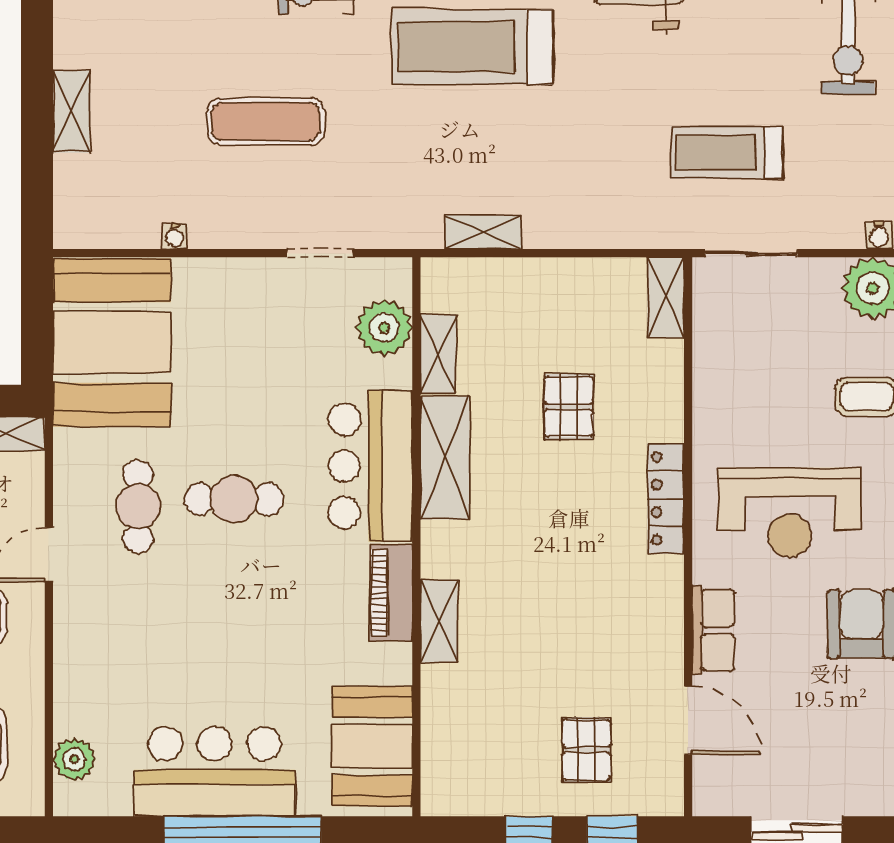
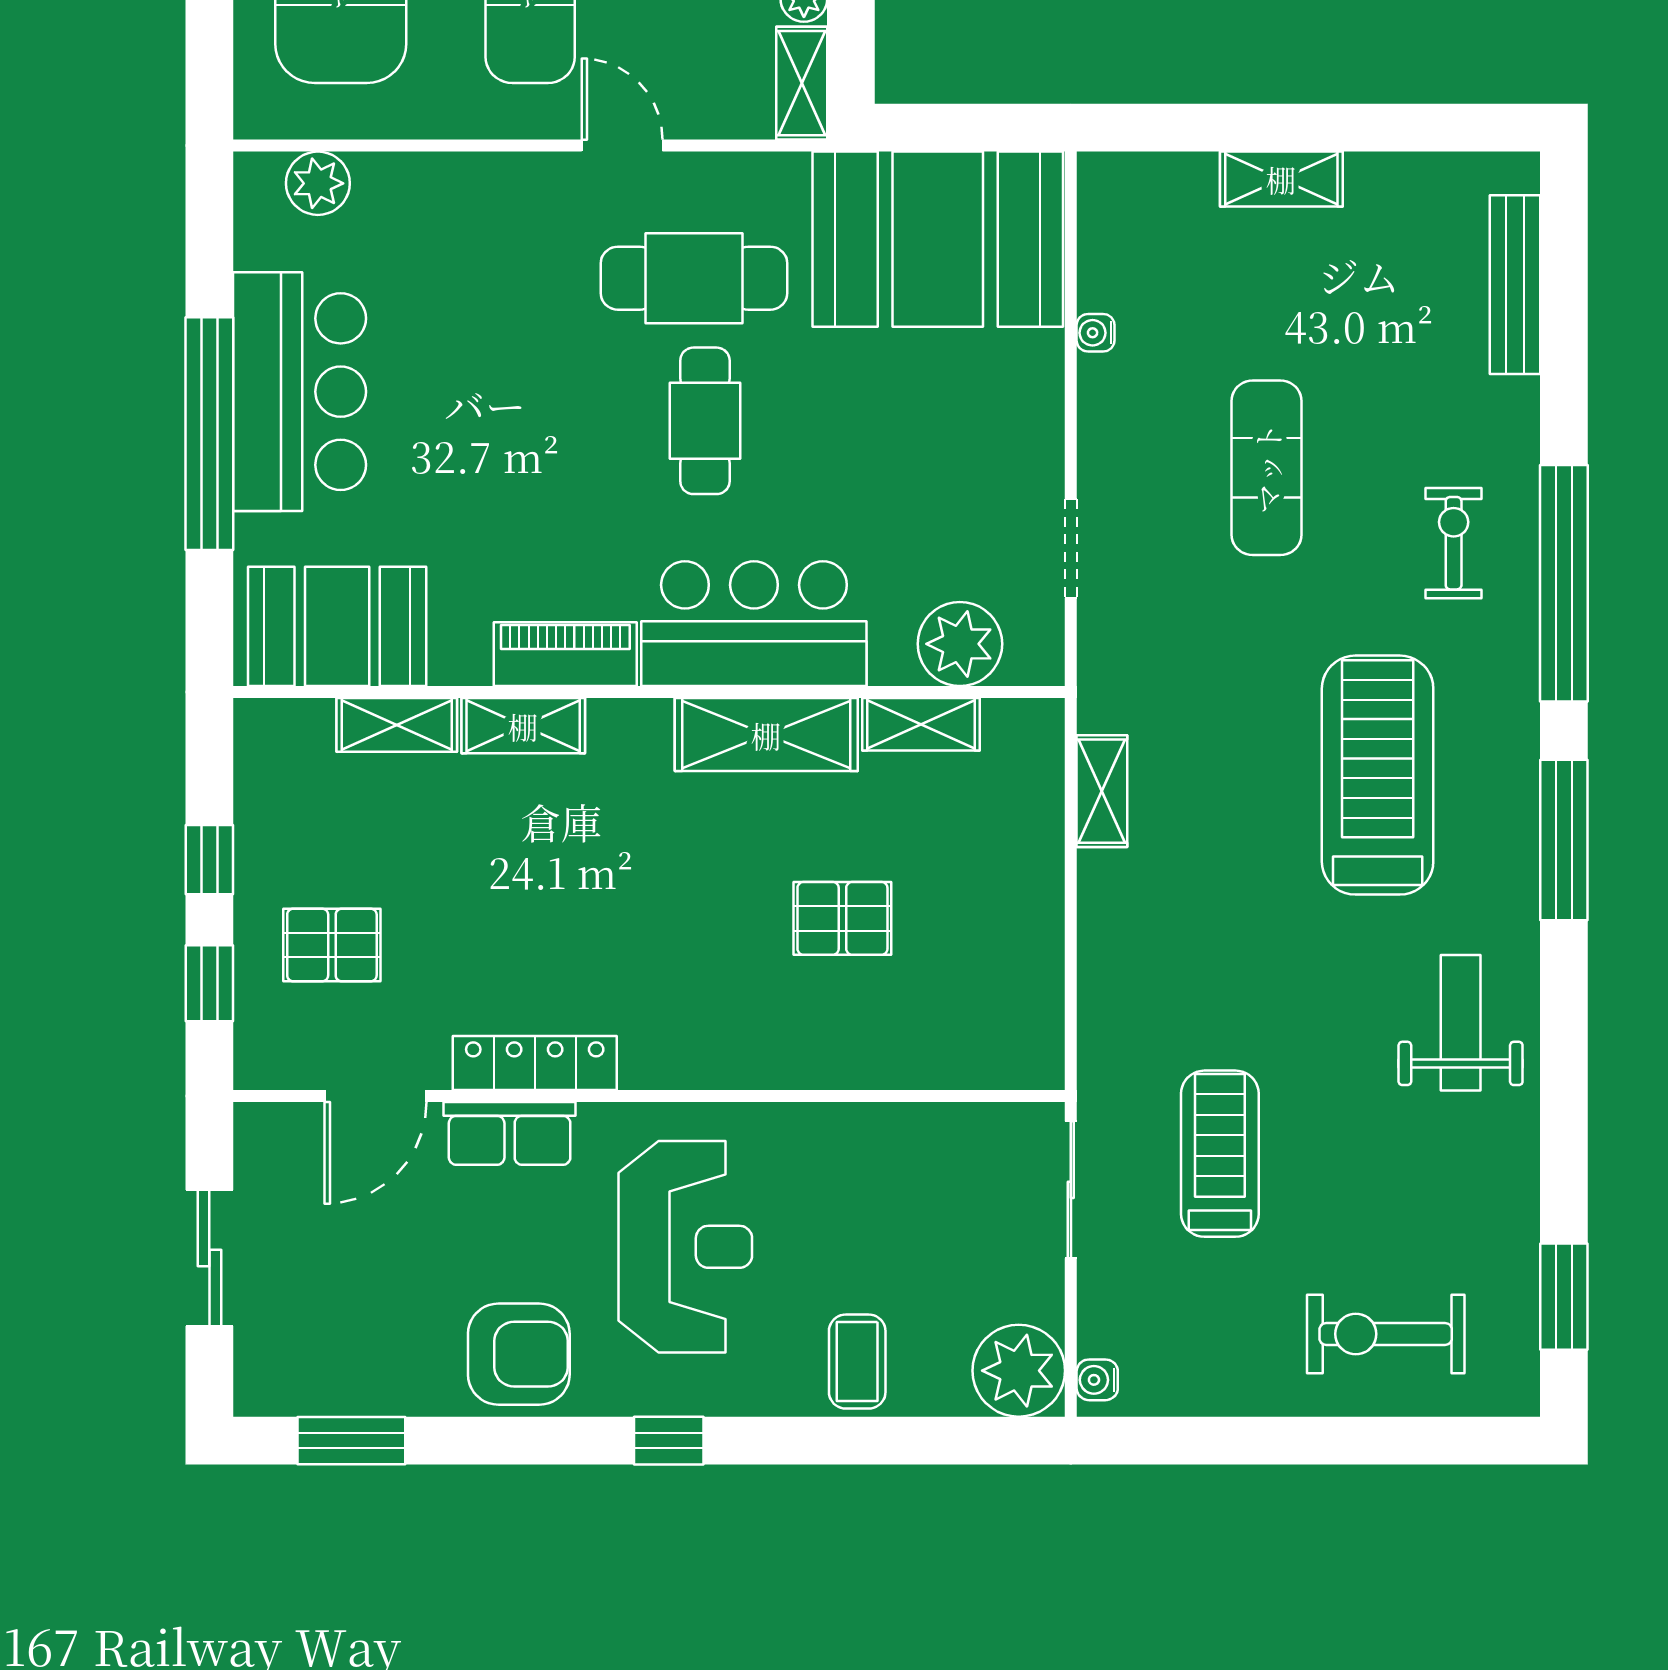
shelving: (666, 297) -> (397, 725), moved
locker: (666, 499) -> (535, 1063), moved
cafe table: (138, 506) -> (694, 278), width x1.37, depth x1.35
reception desk: (789, 512) -> (685, 1247), turned 180

